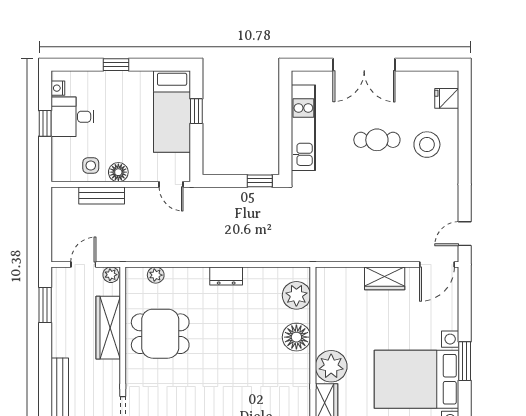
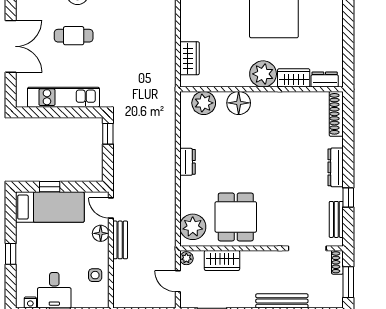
cafe table: (377, 140) -> (74, 36), turned 90
floor lamp: (118, 172) -> (101, 233), moved
door: (171, 184) -> (111, 208), swing flipped
bench: (102, 195) -> (120, 240), moved
plant: (156, 275) -> (193, 227), width x1.87, depth x1.87
wardrobe: (385, 278) -> (189, 58), moved
wardrobe: (108, 328) -> (222, 260), width x0.67

